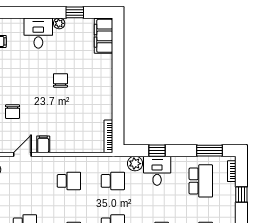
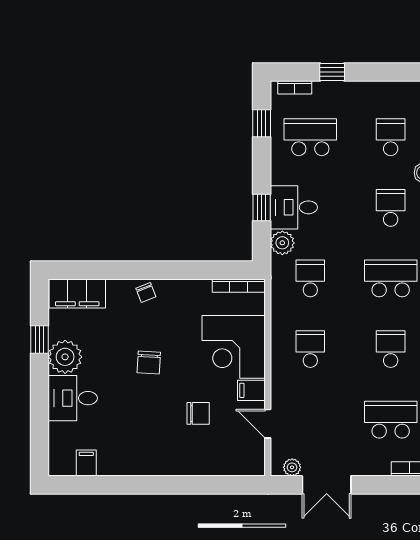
plant: (59, 23) -> (65, 357), width x1.88, depth x1.88
chair: (104, 79) -> (146, 293), added
chair: (60, 80) -> (149, 363), turned -87
chair: (13, 112) -> (198, 413), moved
corner desk: (70, 133) -> (234, 347), added
window: (209, 151) -> (262, 123), width x0.67

